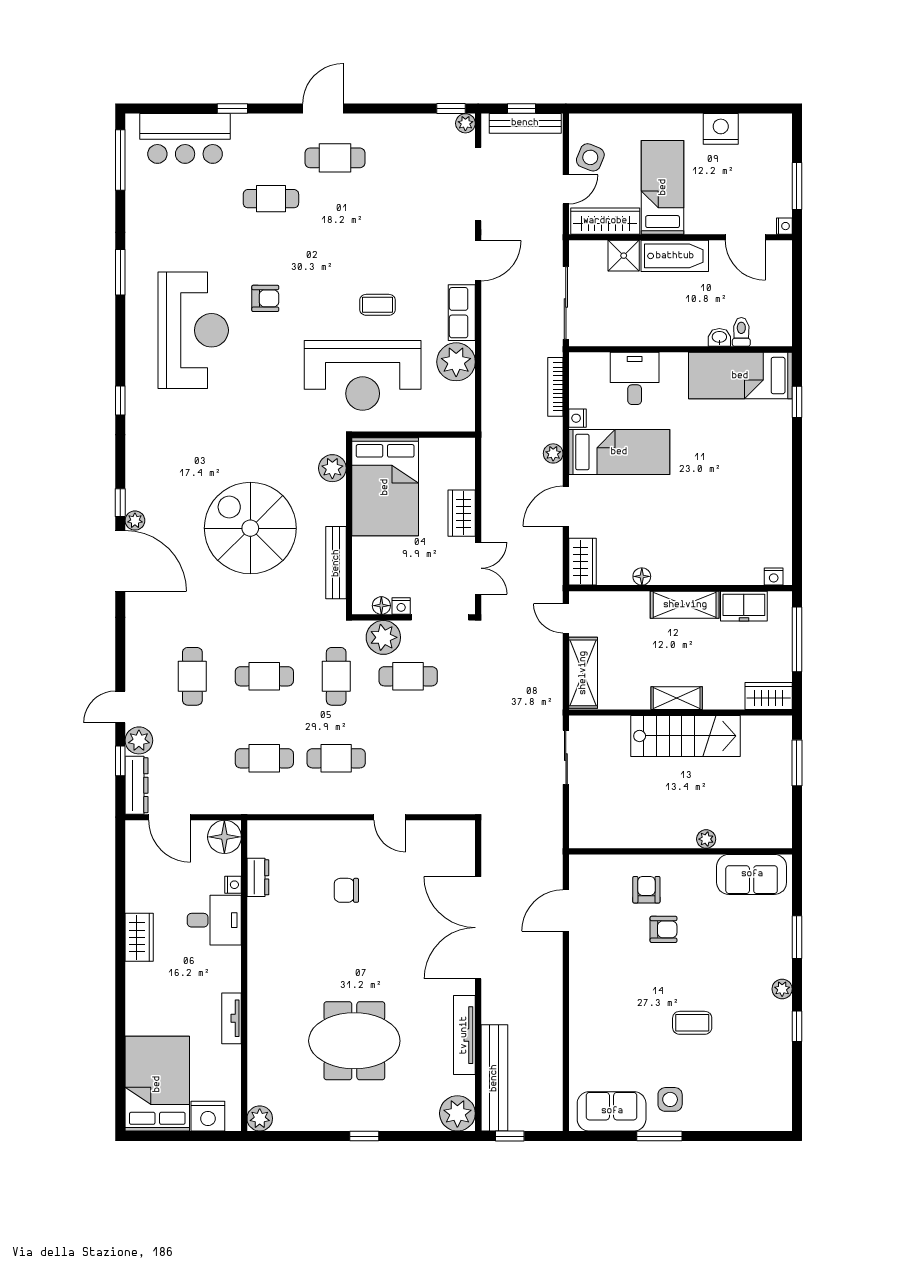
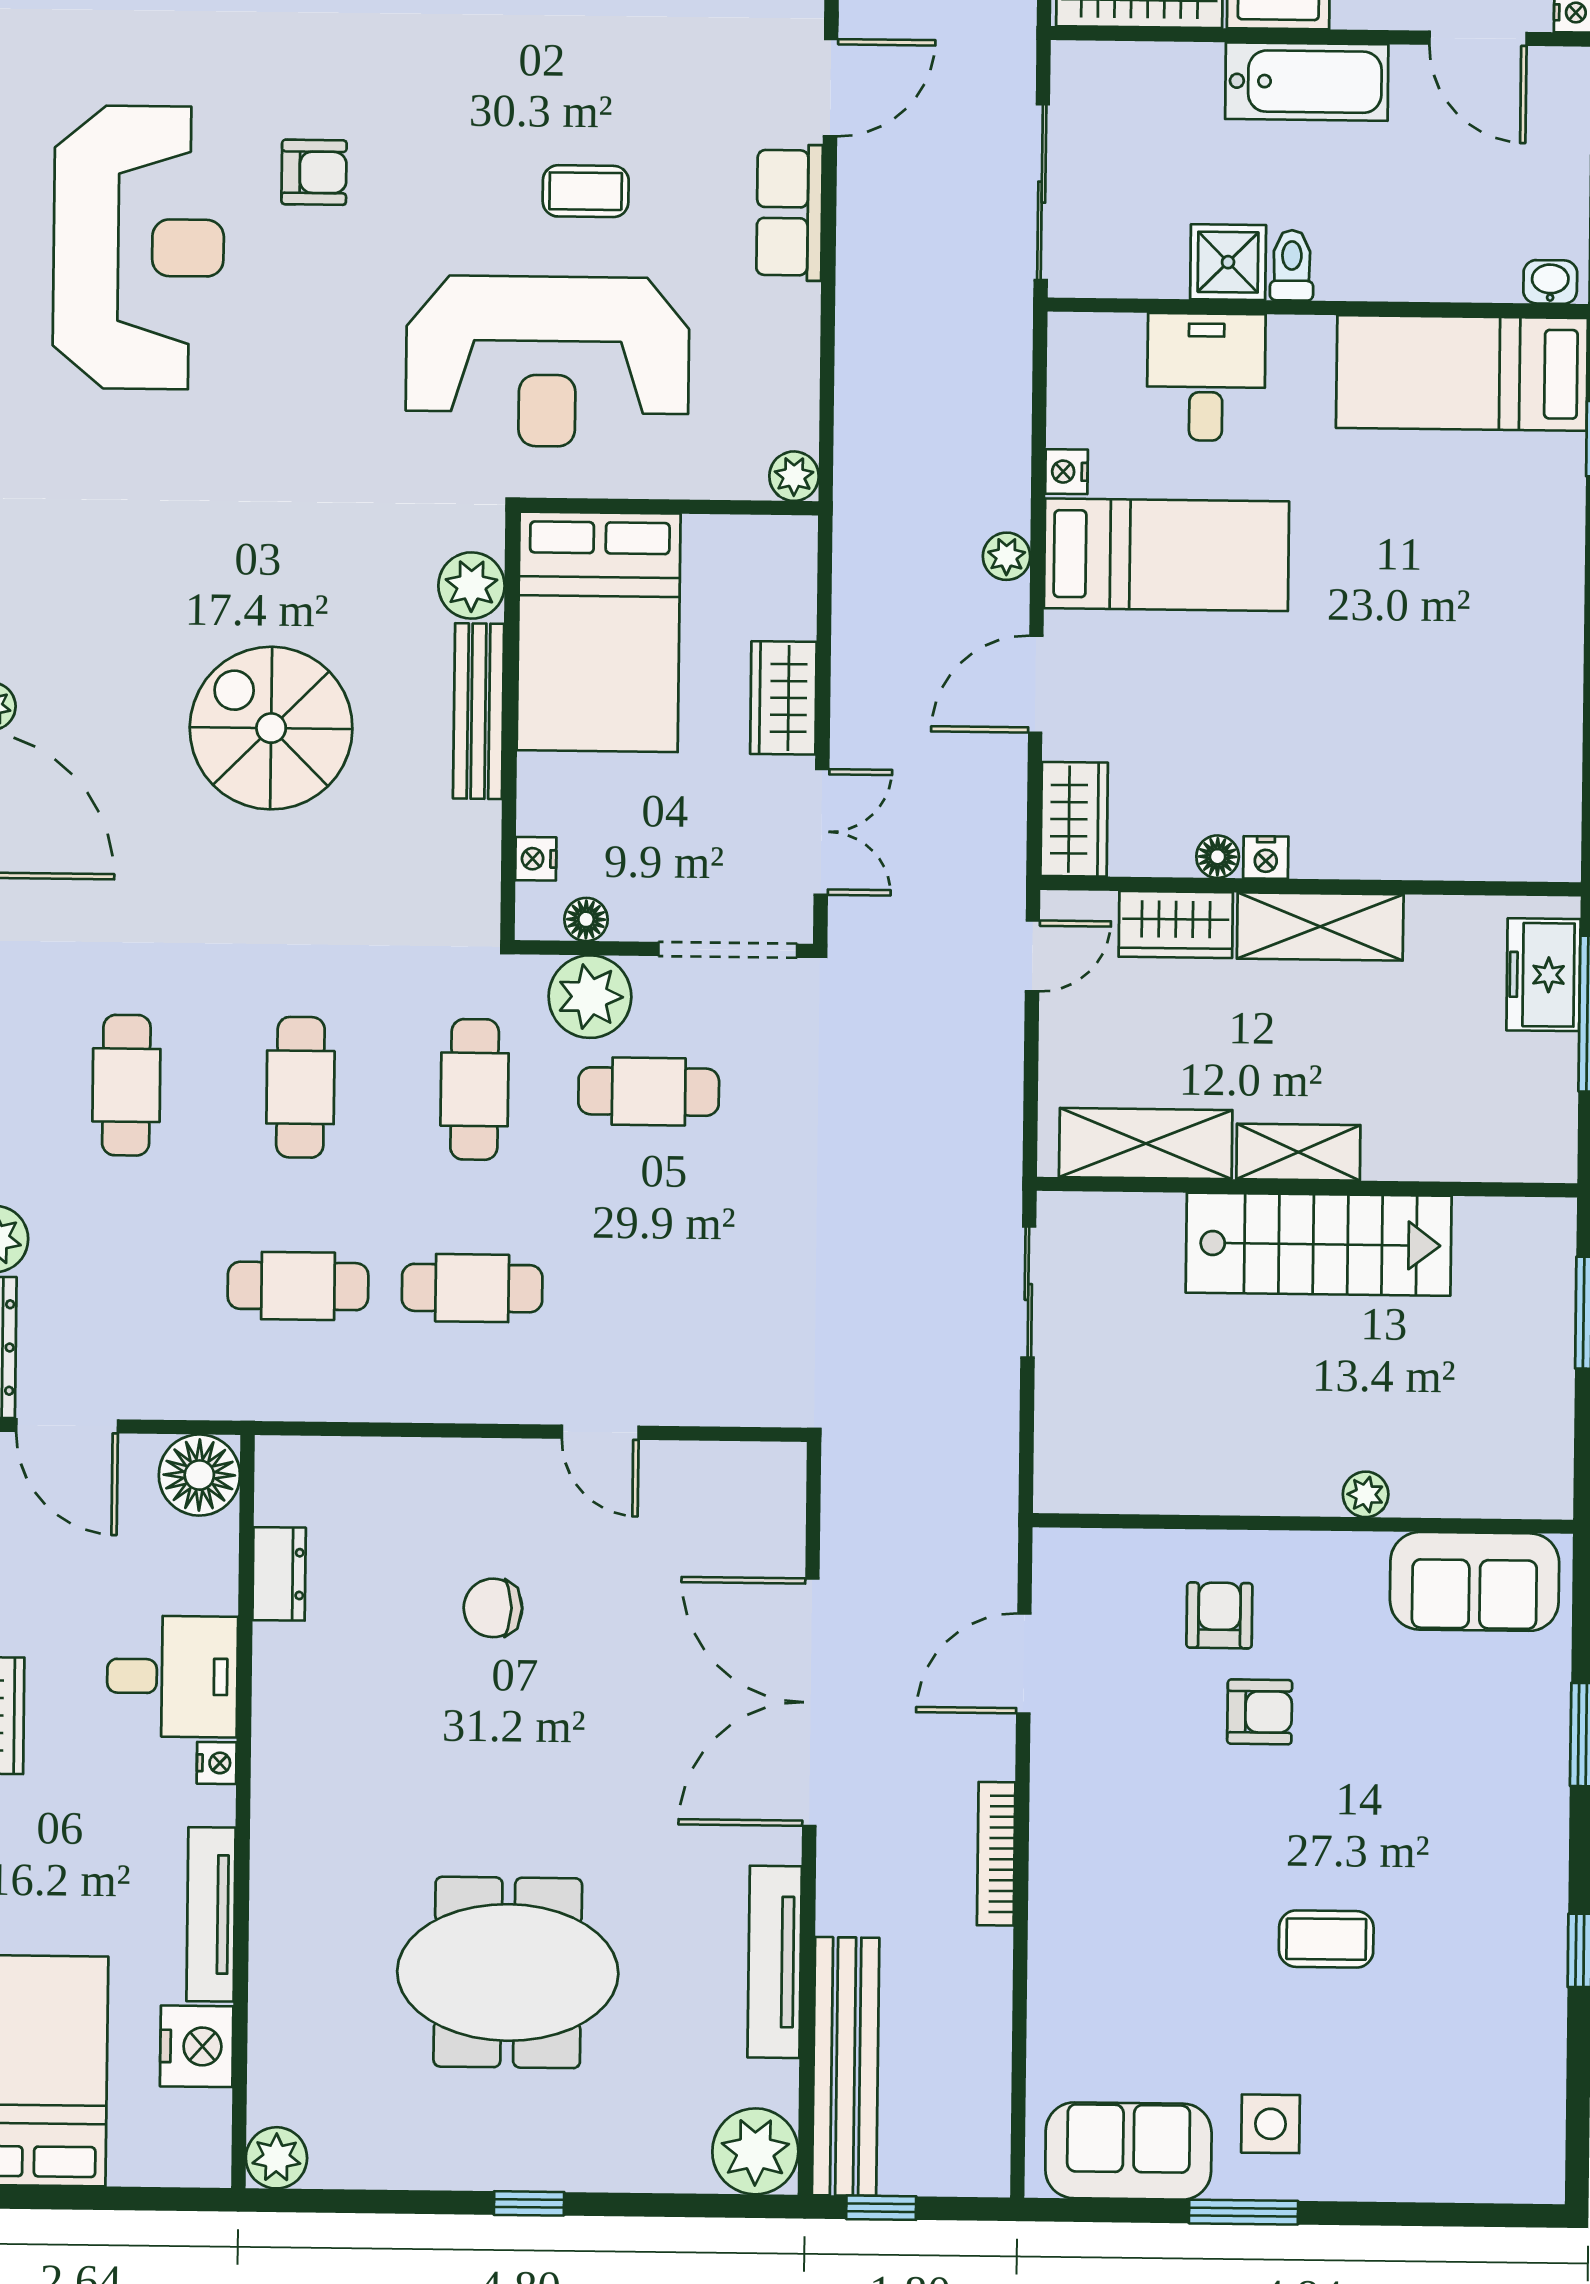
shower: (624, 256) -> (1228, 262), moved
toilet: (741, 332) -> (1292, 265), moved
washbasin: (719, 337) -> (1550, 282), moved
plant: (456, 362) -> (794, 476), moved, width x0.53, depth x0.53
bookcase: (555, 387) -> (996, 1854), moved
spiral stairs: (250, 528) -> (271, 728), width x0.73, depth x0.73
bench: (336, 563) -> (479, 711), moved
nightstand: (774, 577) -> (1266, 857), moved
nightstand: (401, 606) -> (536, 859), moved, turned 90
freezer: (744, 606) -> (1543, 975), moved, turned 90
door: (566, 618) -> (1032, 956), swing flipped
shelving: (583, 673) -> (1146, 1144), moved, turned 90
cafe table: (264, 676) -> (300, 1087), turned 90
wardrobe: (769, 696) -> (1176, 925), moved, turned 180
nightstand: (233, 885) -> (217, 1763), moved
plant: (782, 989) -> (1545, 1860), removed
tv unit: (231, 1018) -> (211, 1914), width x1.41
nightstand: (208, 1116) -> (197, 2046), moved, turned -90

